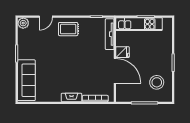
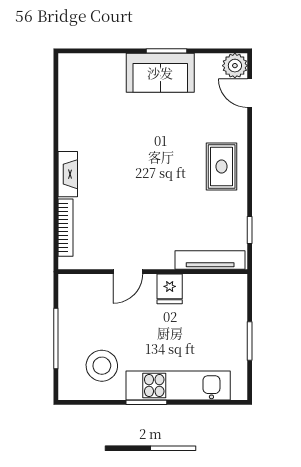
door: (46, 17) -> (250, 93), moved
kitchen unit: (139, 24) -> (178, 385), moved, turned 90
door: (115, 71) -> (128, 272), width x0.53
sofa: (26, 80) -> (160, 73), moved, width x0.73

